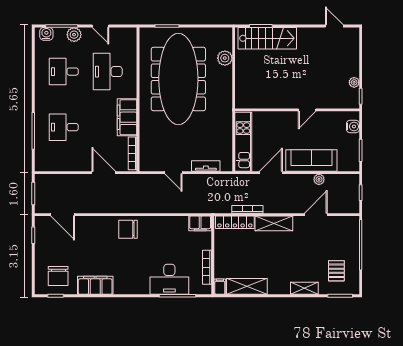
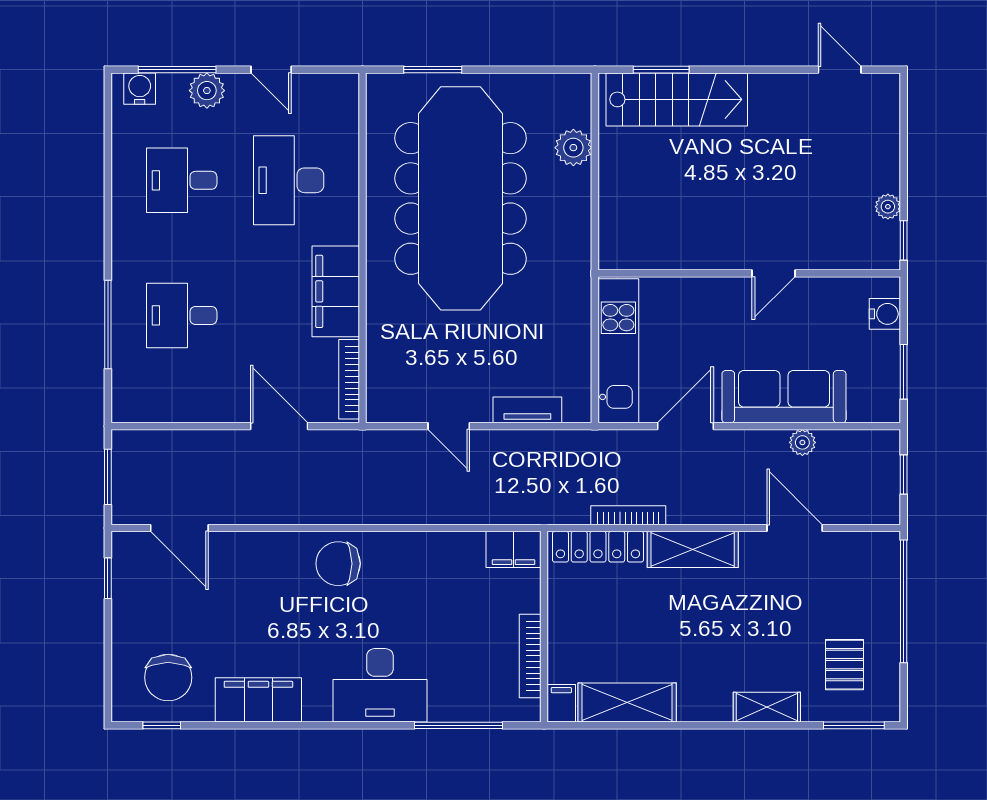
door: (316, 215) -> (795, 528), hinge flipped
desk: (169, 279) -> (380, 685), moved

